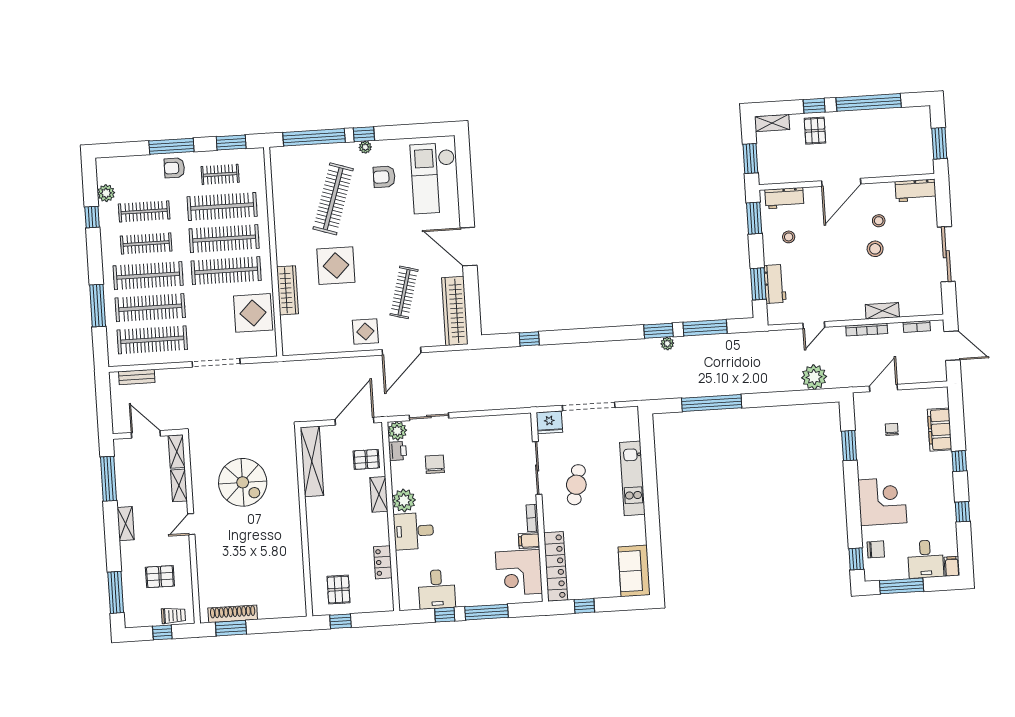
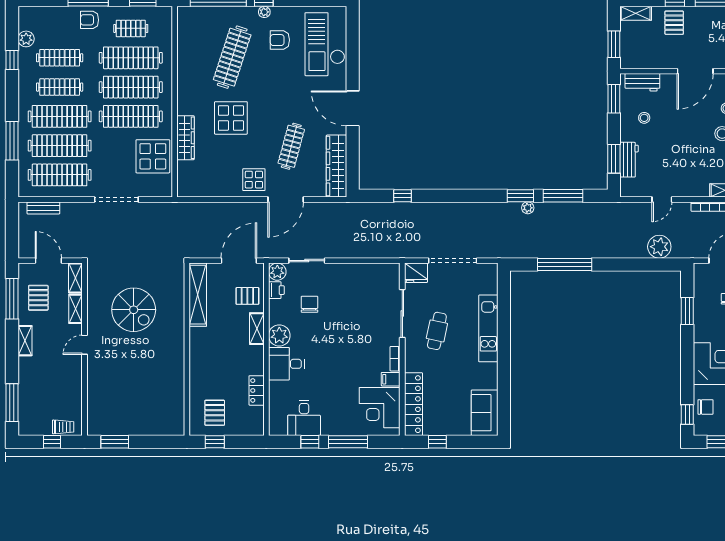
pallet: (160, 577) -> (38, 298), moved, turned 90
shoe rack: (233, 614) -> (117, 429), removed

